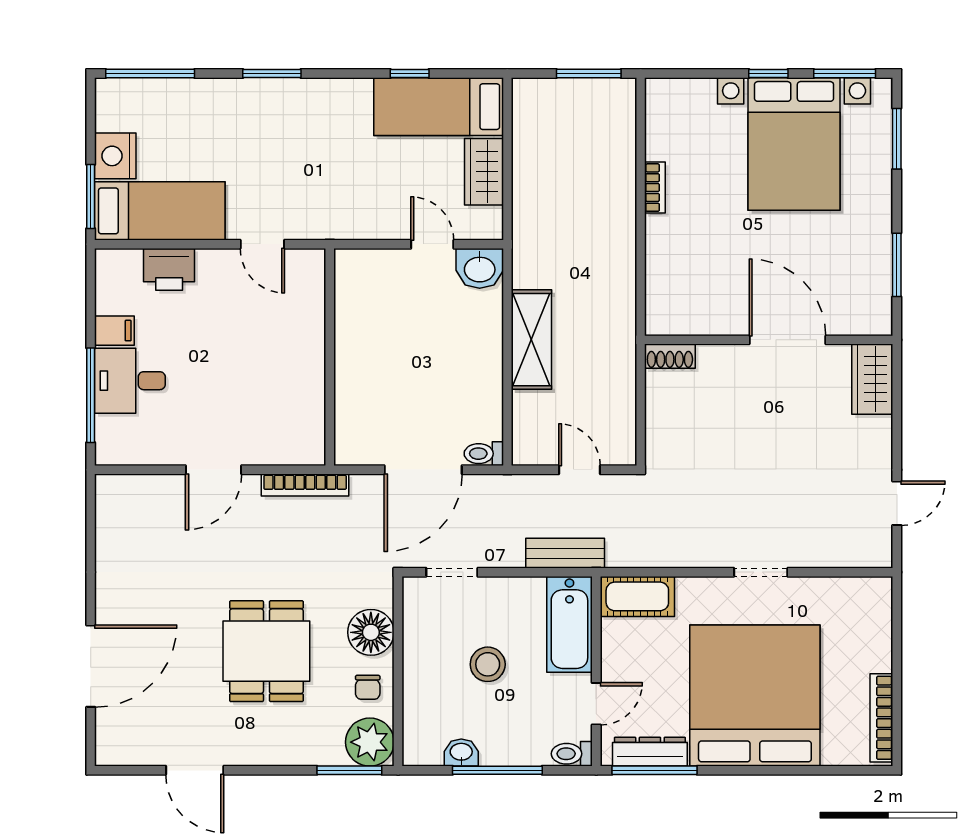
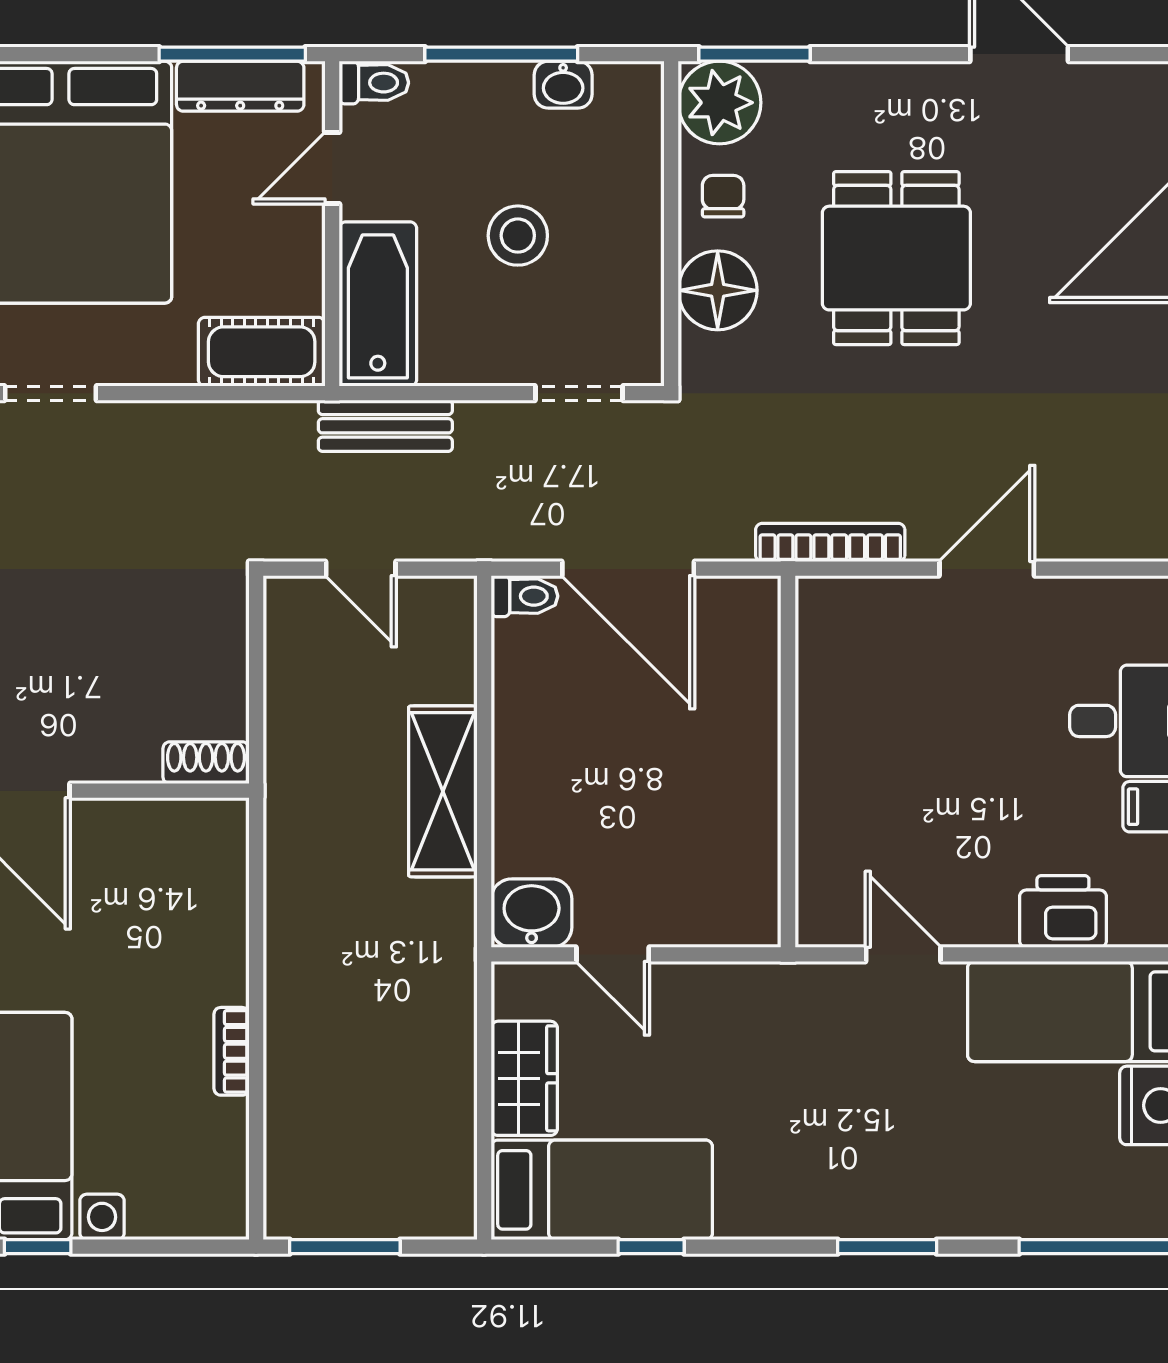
door: (423, 470) -> (628, 569), swing flipped

